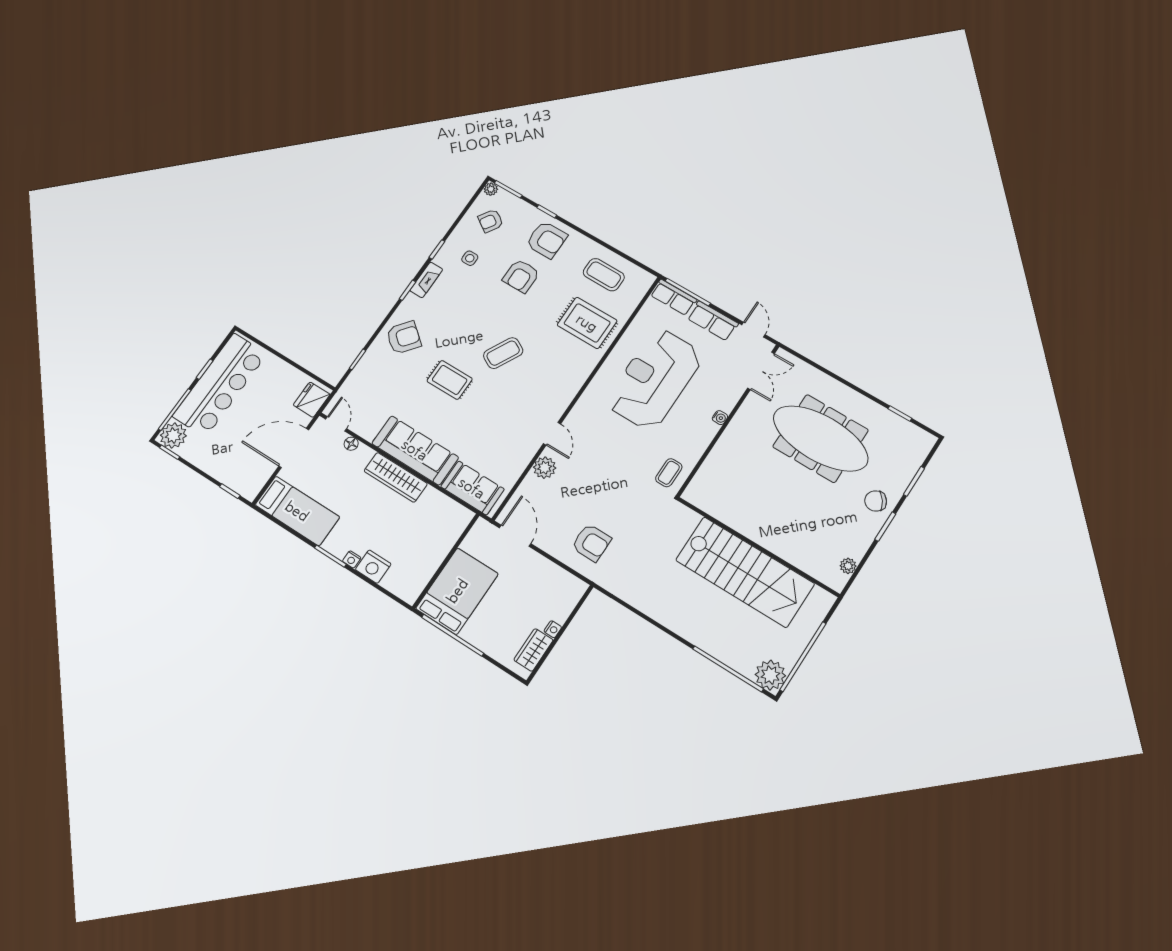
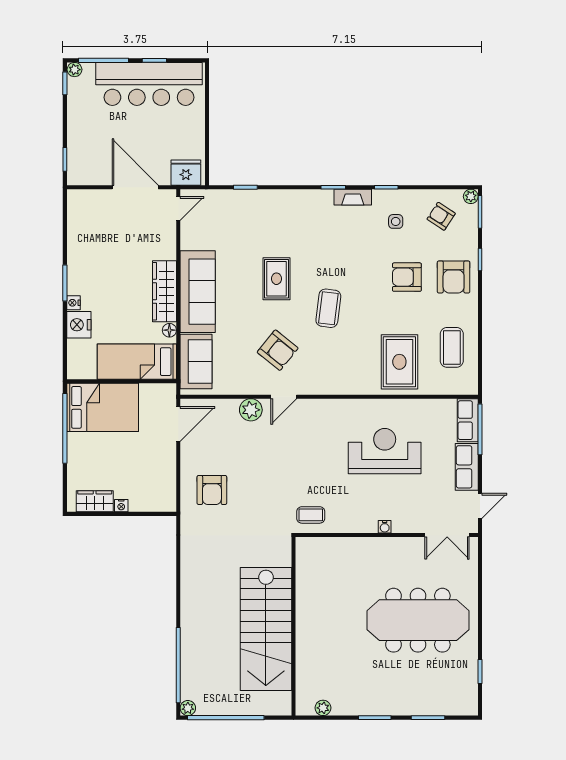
armchair: (404, 338) -> (278, 350), moved
coffee table: (503, 353) -> (328, 308), turned 69
reception desk: (655, 379) -> (385, 451), width x0.74, depth x0.77
plant: (173, 436) -> (74, 70), width x0.53, depth x0.53
meeting table: (820, 438) -> (418, 620), turned 90
floor lamp: (351, 444) -> (169, 330), moved
chair: (876, 501) -> (392, 697), removed
bed: (297, 511) -> (137, 362), moved, turned 90
plant: (770, 675) -> (188, 708), width x0.53, depth x0.53

